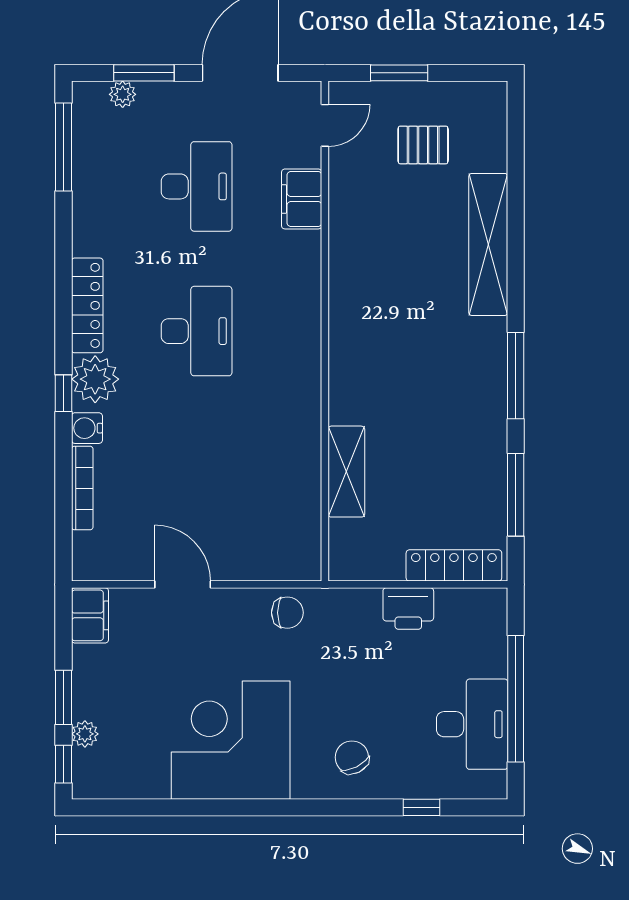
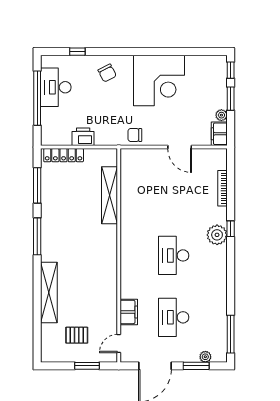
locker: (87, 305) -> (220, 266), removed
water cooler: (87, 428) -> (221, 214), removed
shelving: (346, 472) -> (110, 195), width x1.47
plant: (85, 734) -> (221, 115), moved

